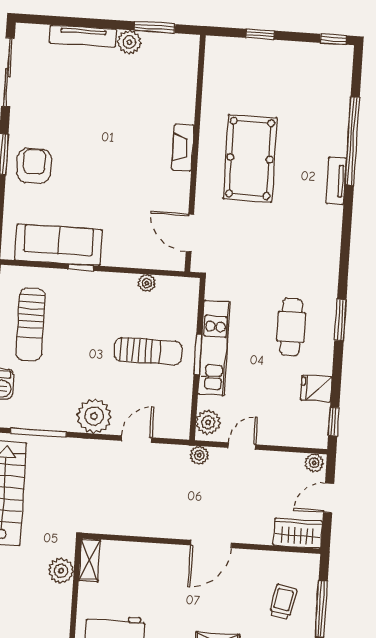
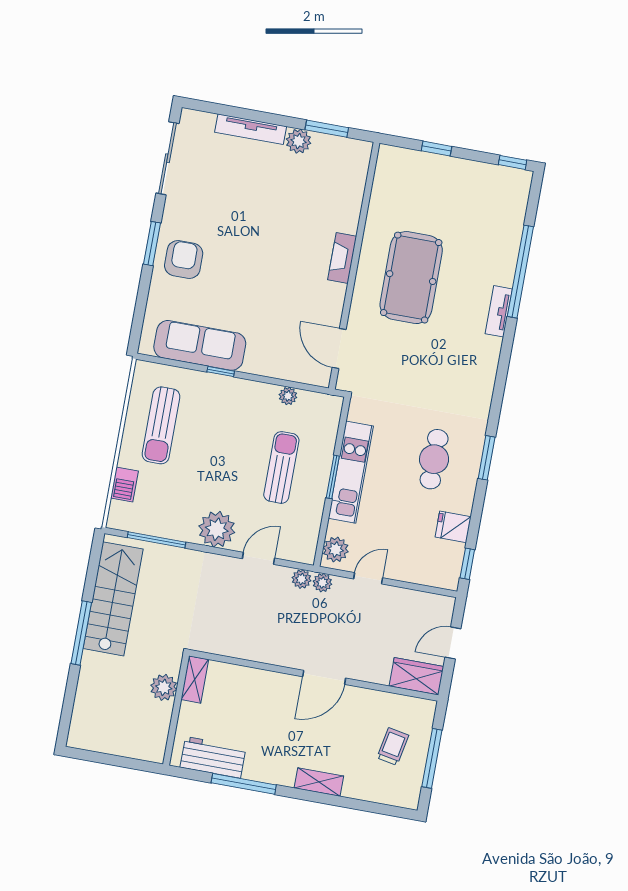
sun lounger: (148, 351) -> (281, 467), turned -90
plant: (314, 463) -> (302, 579), moved

